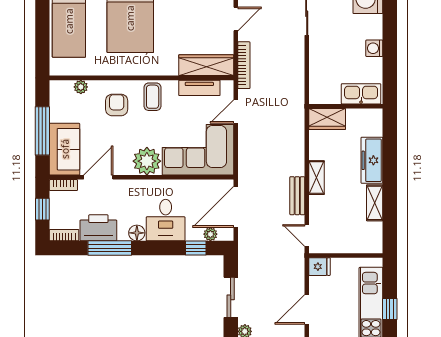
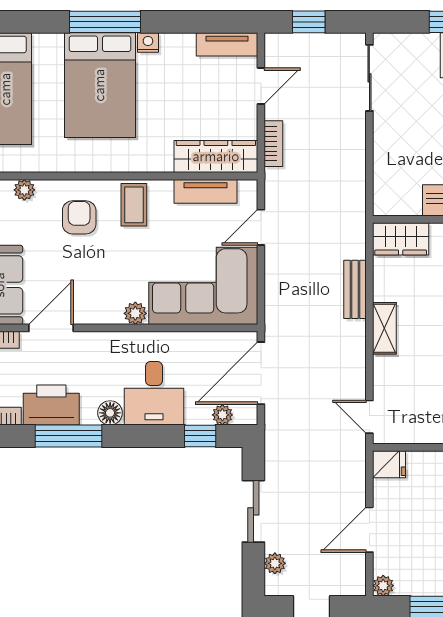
bookcase: (244, 65) -> (273, 144), width x0.64
plant: (147, 161) -> (135, 313), width x0.53, depth x0.53
bench: (297, 196) -> (355, 289), moved

